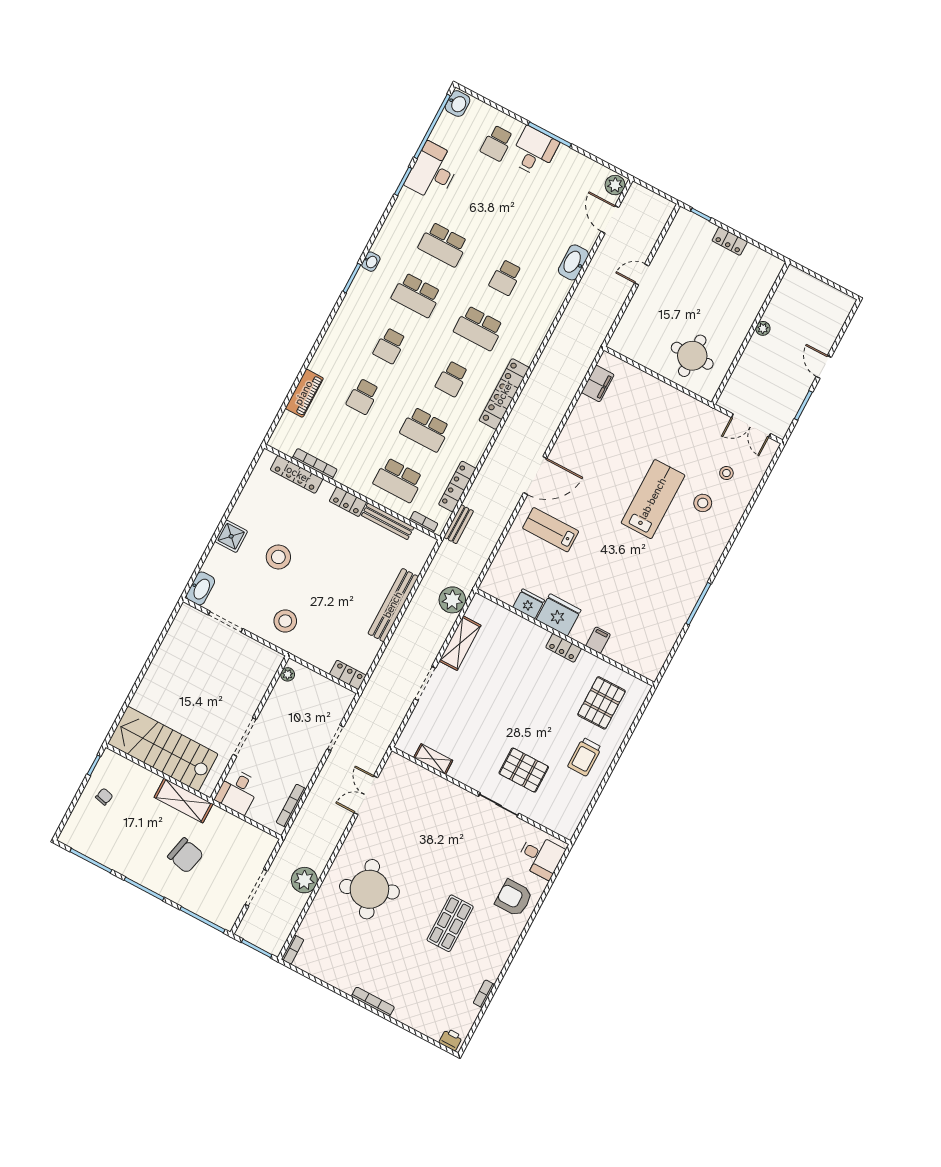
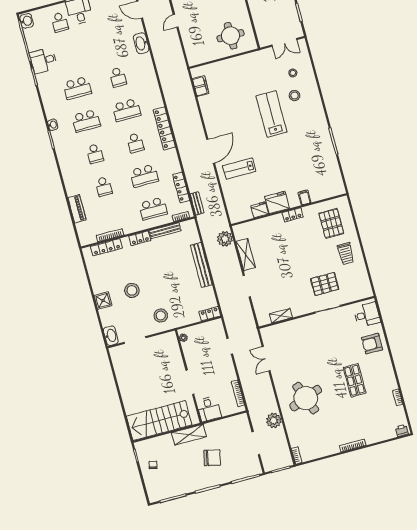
desk: (433, 172) -> (43, 61), width x0.73

